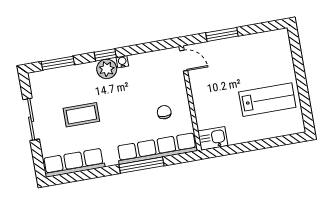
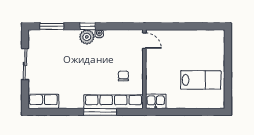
window: (222, 34) -> (176, 26), removed
coffee table: (81, 115) -> (62, 67), removed
row of seats: (74, 163) -> (43, 101), width x0.68

